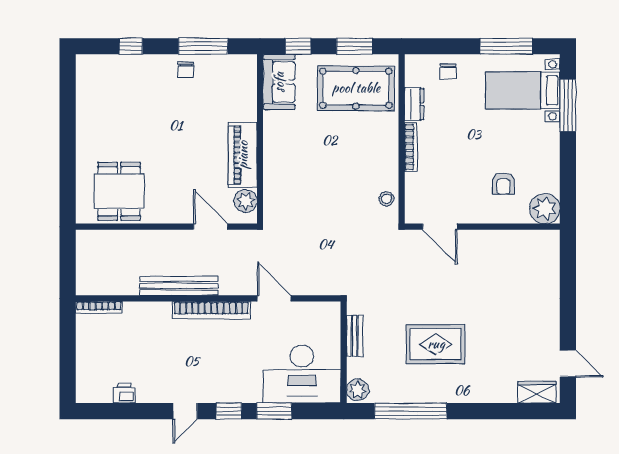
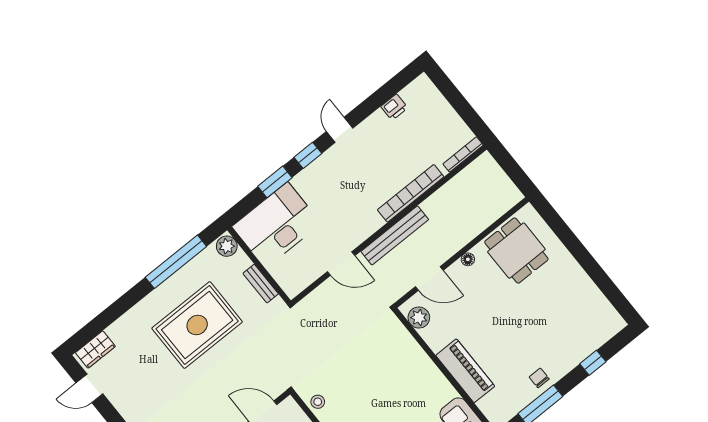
piano: (243, 155) -> (465, 371), moved
floor lamp: (165, 217) -> (468, 259), added
bench: (179, 286) -> (395, 235), moved
bookcase: (211, 310) -> (411, 193), moved
rug: (436, 344) -> (197, 325), width x1.37, depth x1.44

